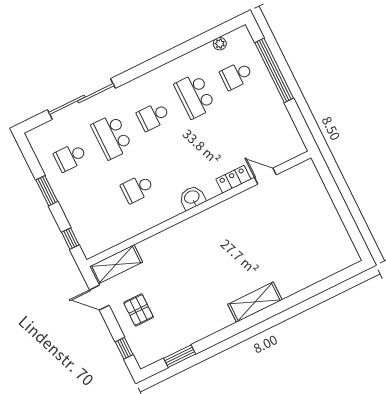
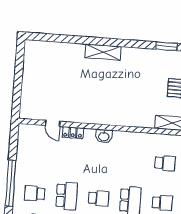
school desk: (236, 75) -> (35, 193), turned 180
school desk: (137, 188) -> (165, 163), moved

